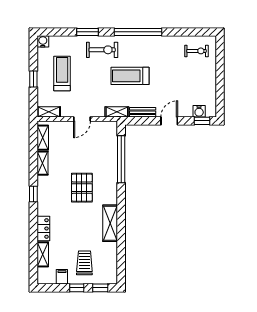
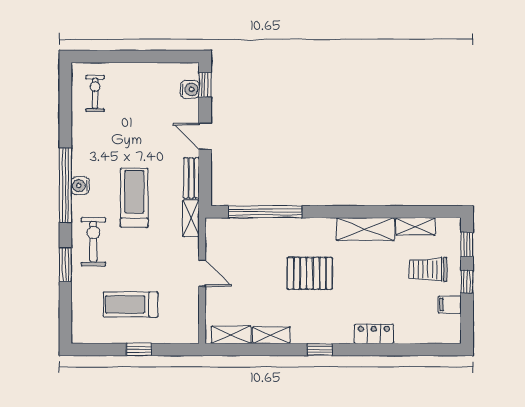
water cooler: (43, 41) -> (80, 186), moved
treadmill: (130, 76) -> (134, 198), turned 180
shelving: (49, 112) -> (191, 325), removed
shelving: (43, 254) -> (415, 226), moved

